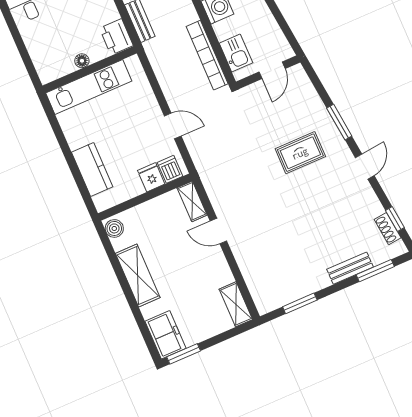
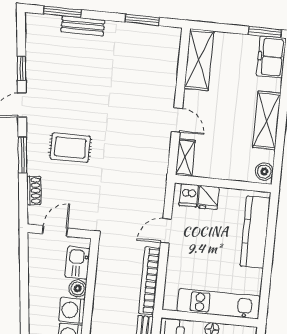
boiler: (223, 30) -> (78, 288), added
bookcase: (207, 55) -> (149, 281), moved, turned 180
door: (173, 126) -> (166, 231), hinge flipped
kitchen counter: (92, 170) -> (255, 232), width x1.50
window: (395, 219) -> (22, 68), moved
shoe rack: (388, 229) -> (34, 191), moved
shelving: (236, 304) -> (199, 60), width x1.50, depth x1.33

